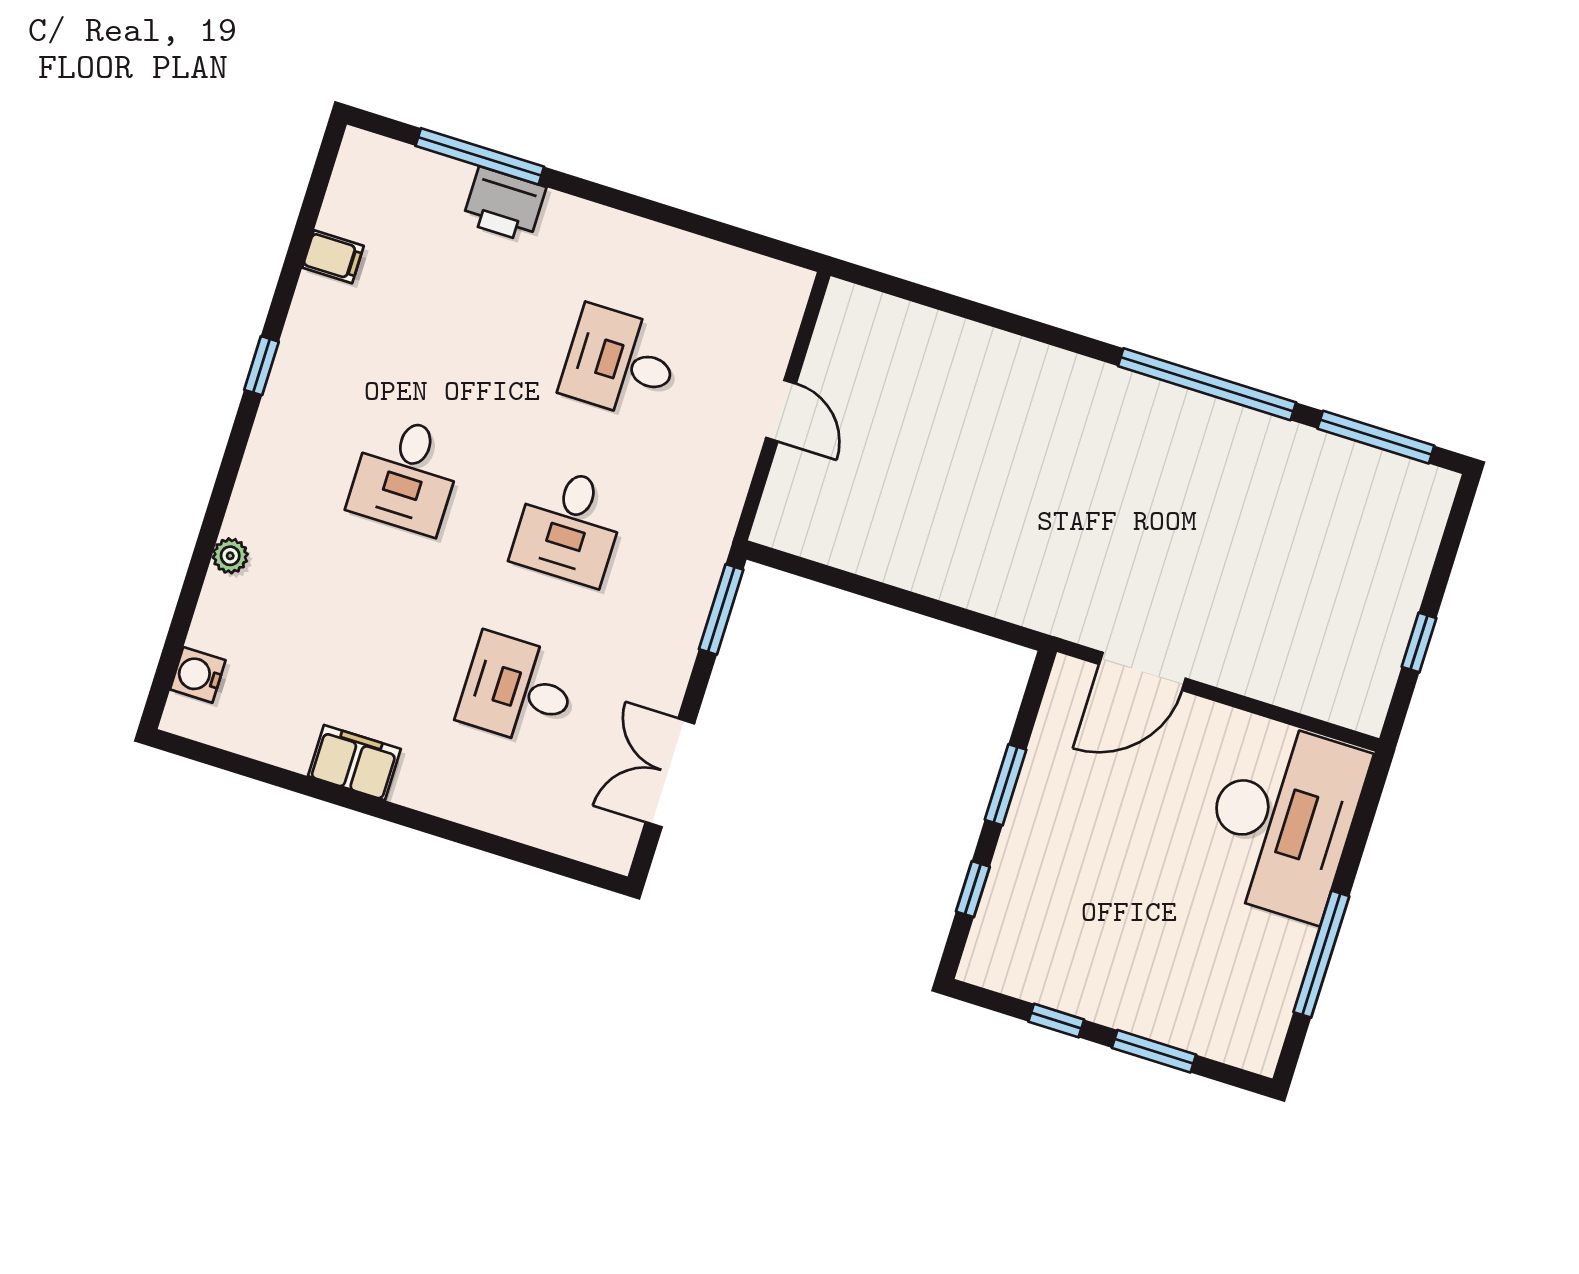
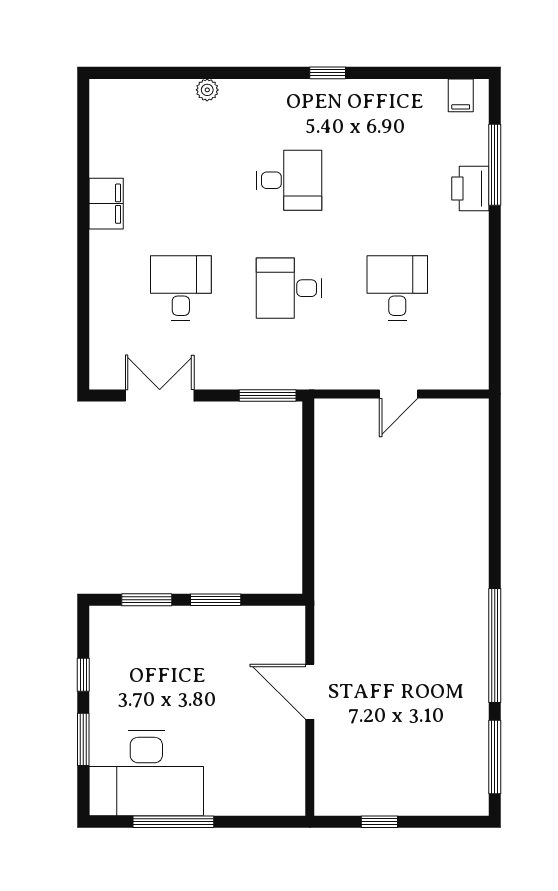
filing cabinet: (333, 257) -> (461, 95), moved
desk: (406, 475) -> (289, 180), turned 180
door: (1142, 671) -> (310, 692), moved
water cooler: (198, 675) -> (129, 93), removed
desk: (1283, 820) -> (146, 773), moved
window: (973, 889) -> (147, 600), width x1.50

